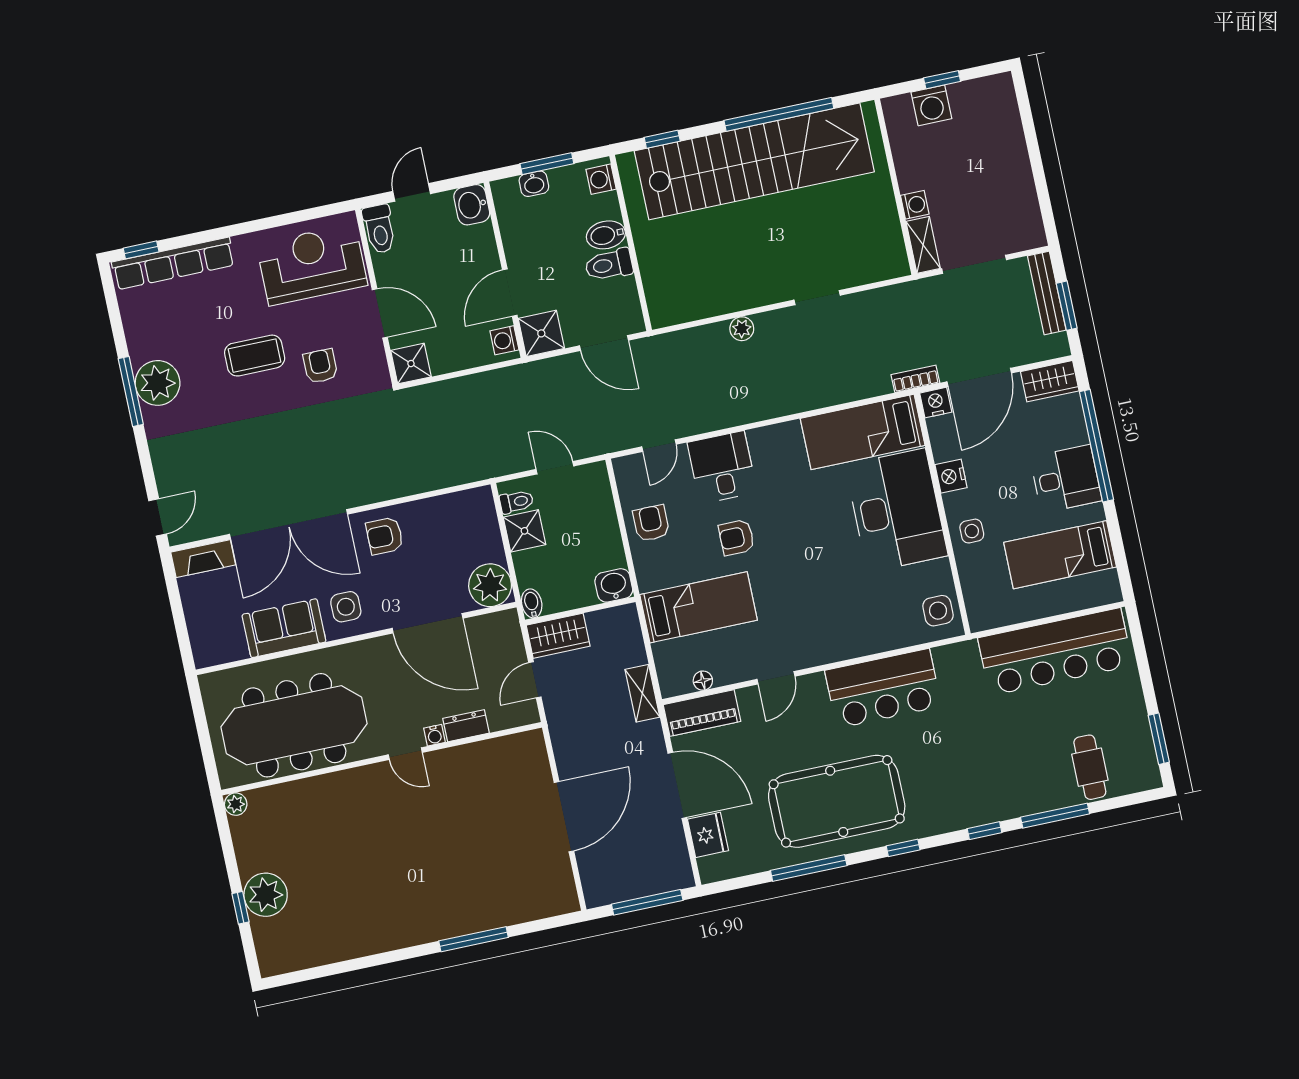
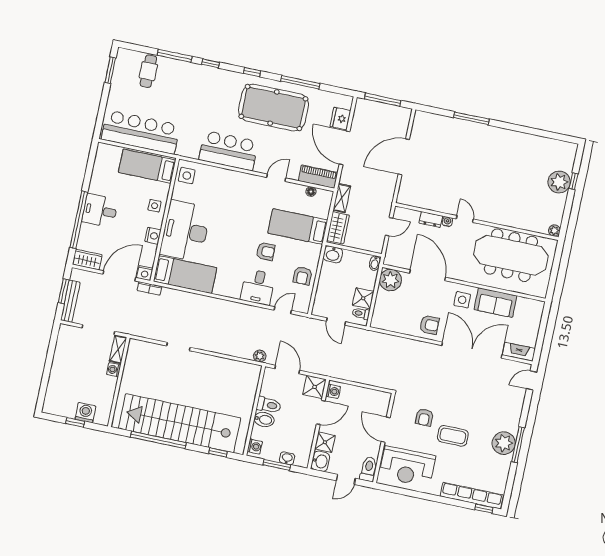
plant: (742, 329) -> (260, 356), moved
shower: (411, 364) -> (325, 442), moved
bed: (1060, 555) -> (147, 166), moved, turned 180
wardrobe: (558, 636) -> (338, 228), moved, turned 90

